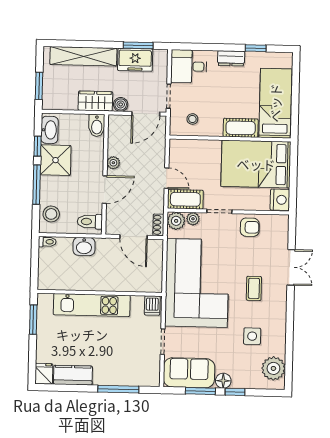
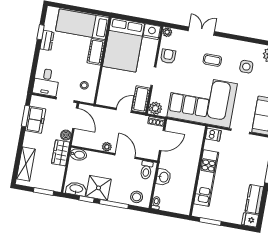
shelving: (83, 56) -> (26, 164), width x0.68
dresser: (231, 58) -> (47, 40), moved
plant: (193, 219) -> (167, 32), moved

